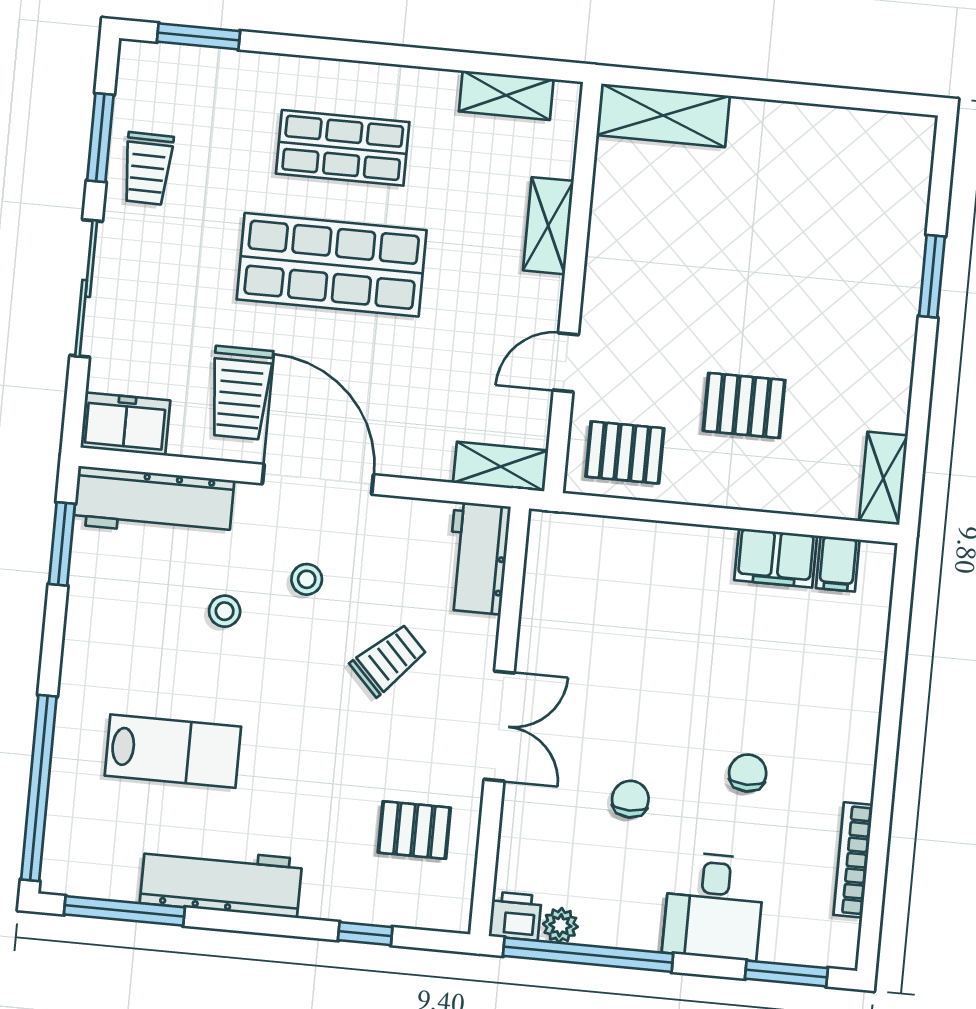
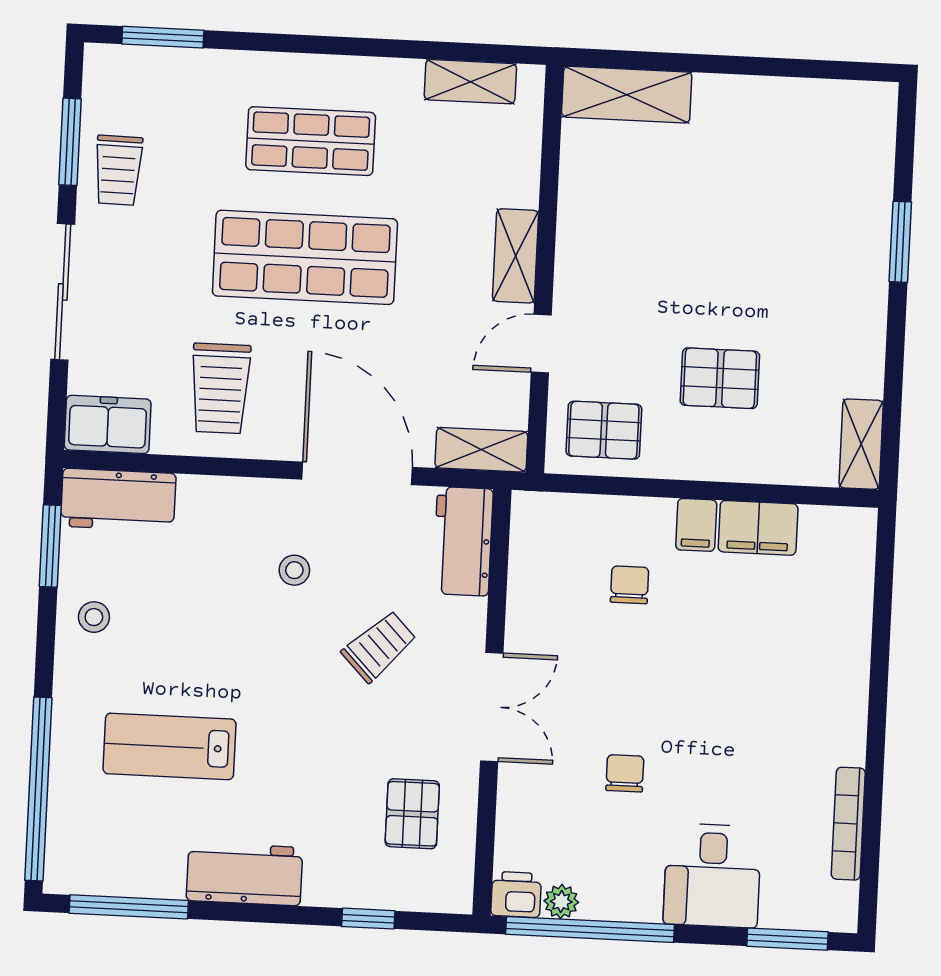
shelving: (548, 226) -> (516, 256), moved
door: (318, 479) -> (357, 473), moved
workbench: (154, 502) -> (118, 500), width x0.73
filing cabinet: (838, 564) -> (696, 525), moved
stool: (225, 611) -> (94, 617), moved
lab bench: (173, 751) -> (170, 746), turned 180
chair: (748, 773) -> (630, 585), moved
pallet: (414, 830) -> (412, 814), turned 90
workbench: (221, 881) -> (244, 874), width x0.73

